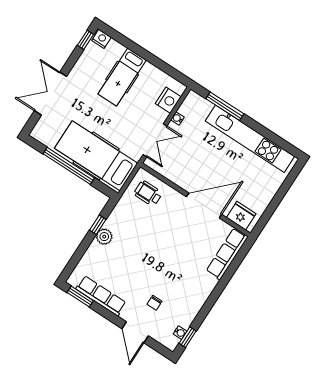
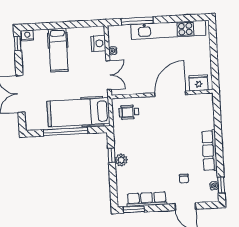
row of seats: (227, 254) -> (209, 151), moved

